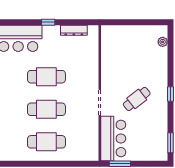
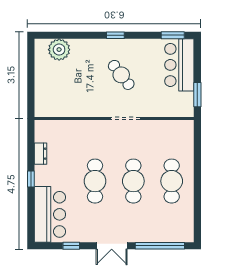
dresser: (74, 30) -> (40, 154), width x0.70
plant: (163, 42) -> (59, 50), width x1.88, depth x1.88
bar counter: (113, 138) -> (179, 65), moved, turned -90

